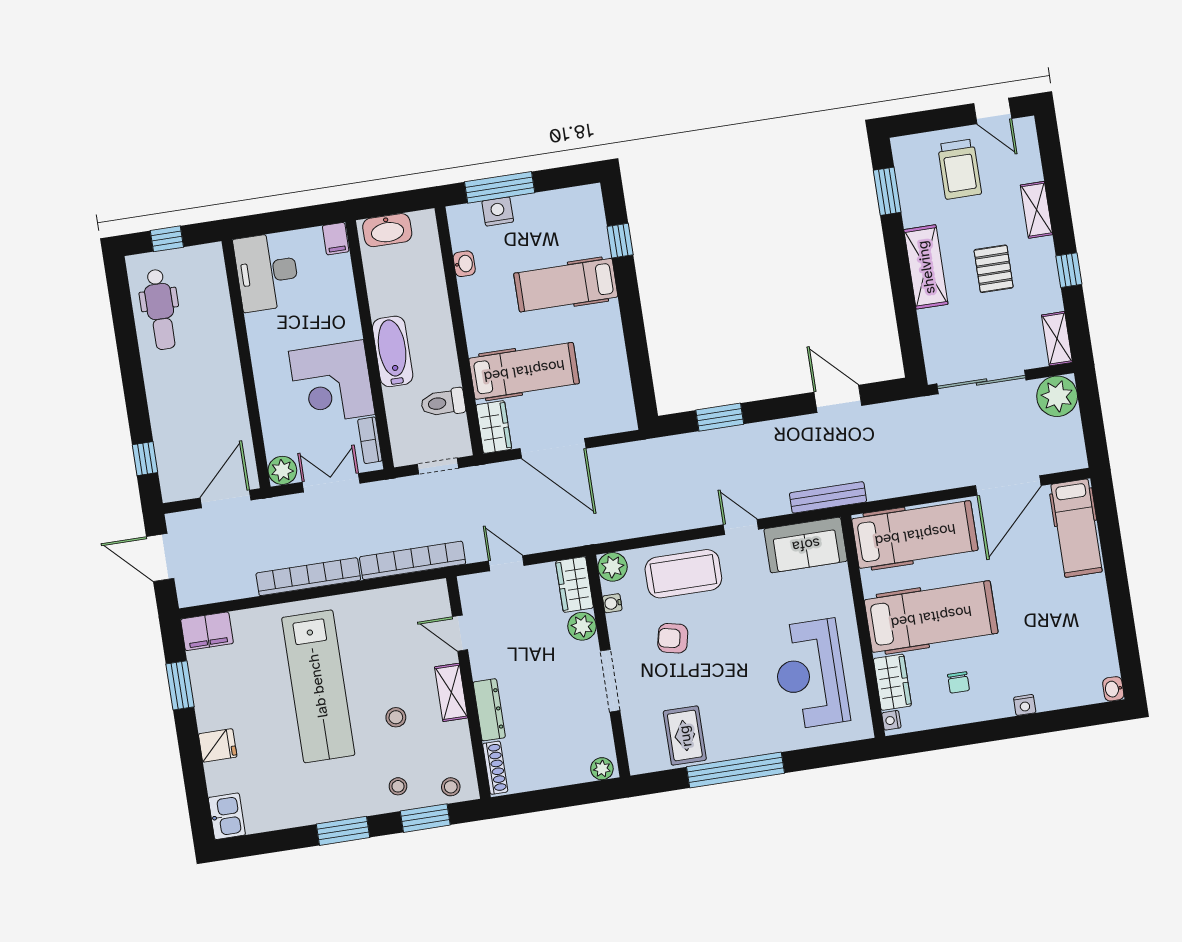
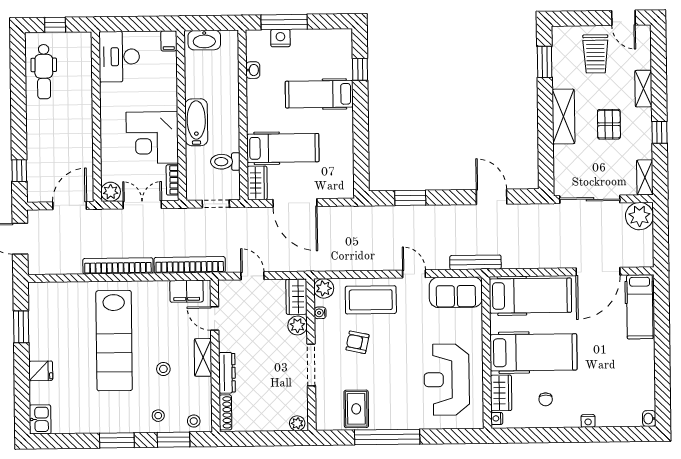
filing cabinet: (207, 631) -> (187, 291), moved

